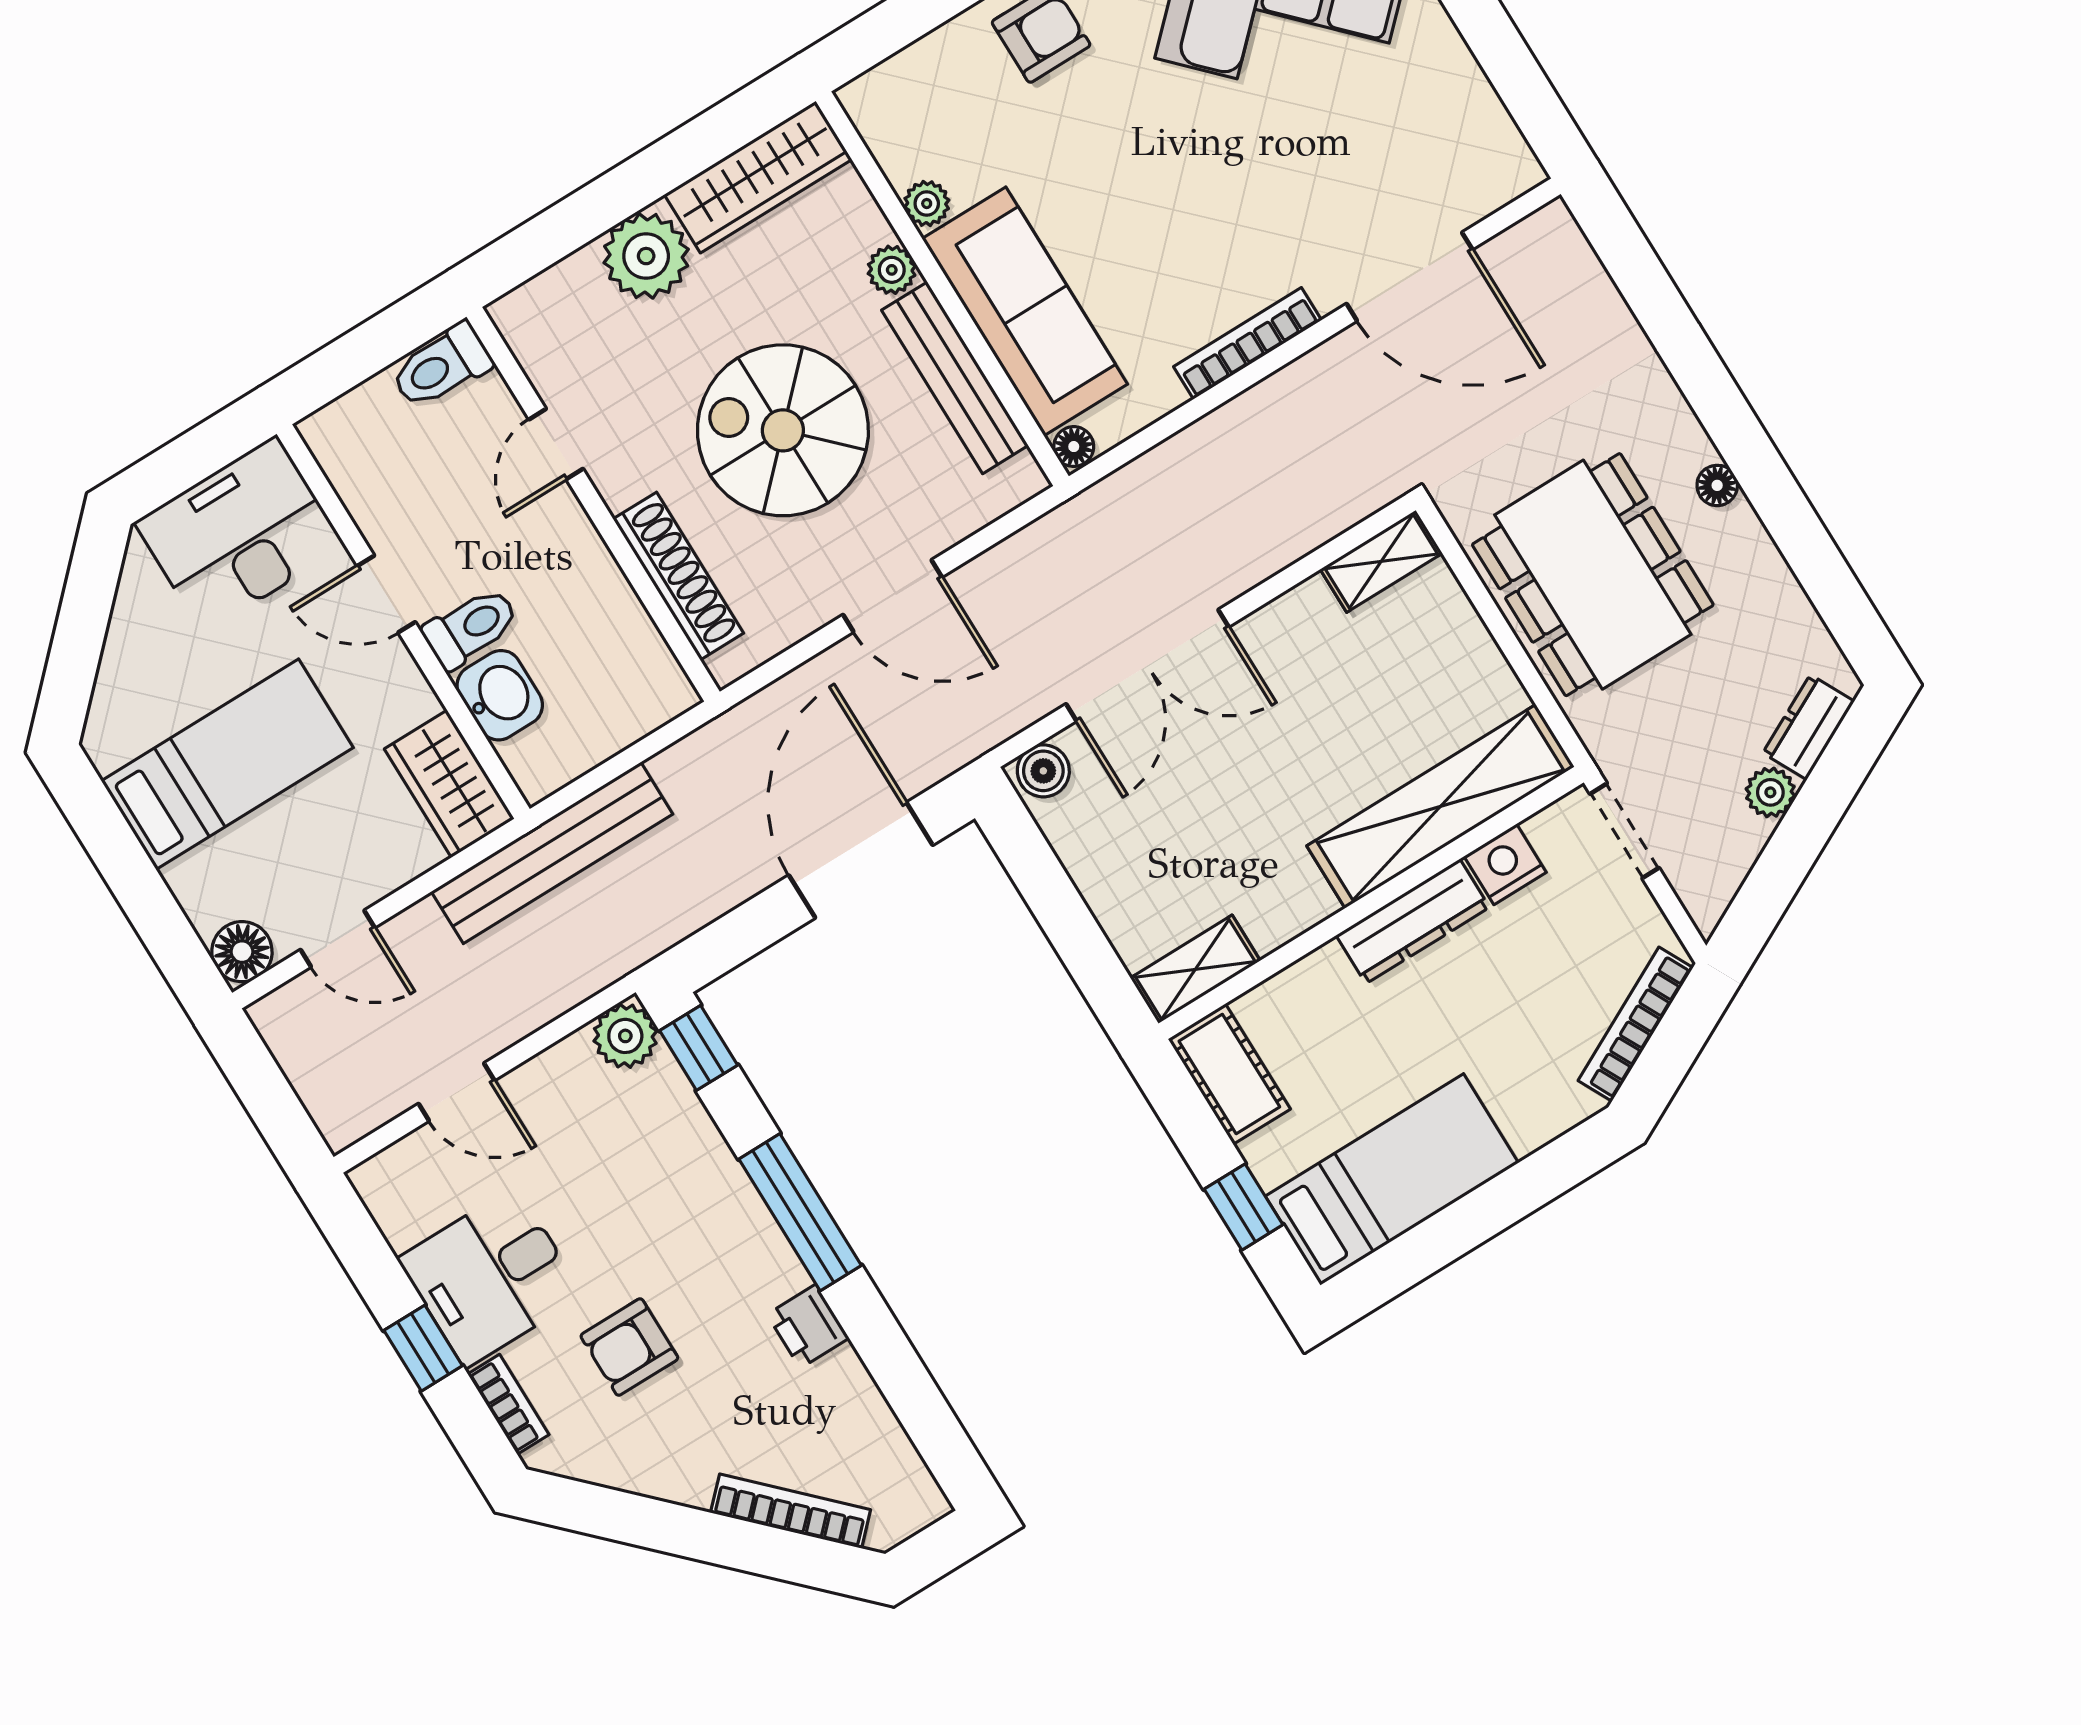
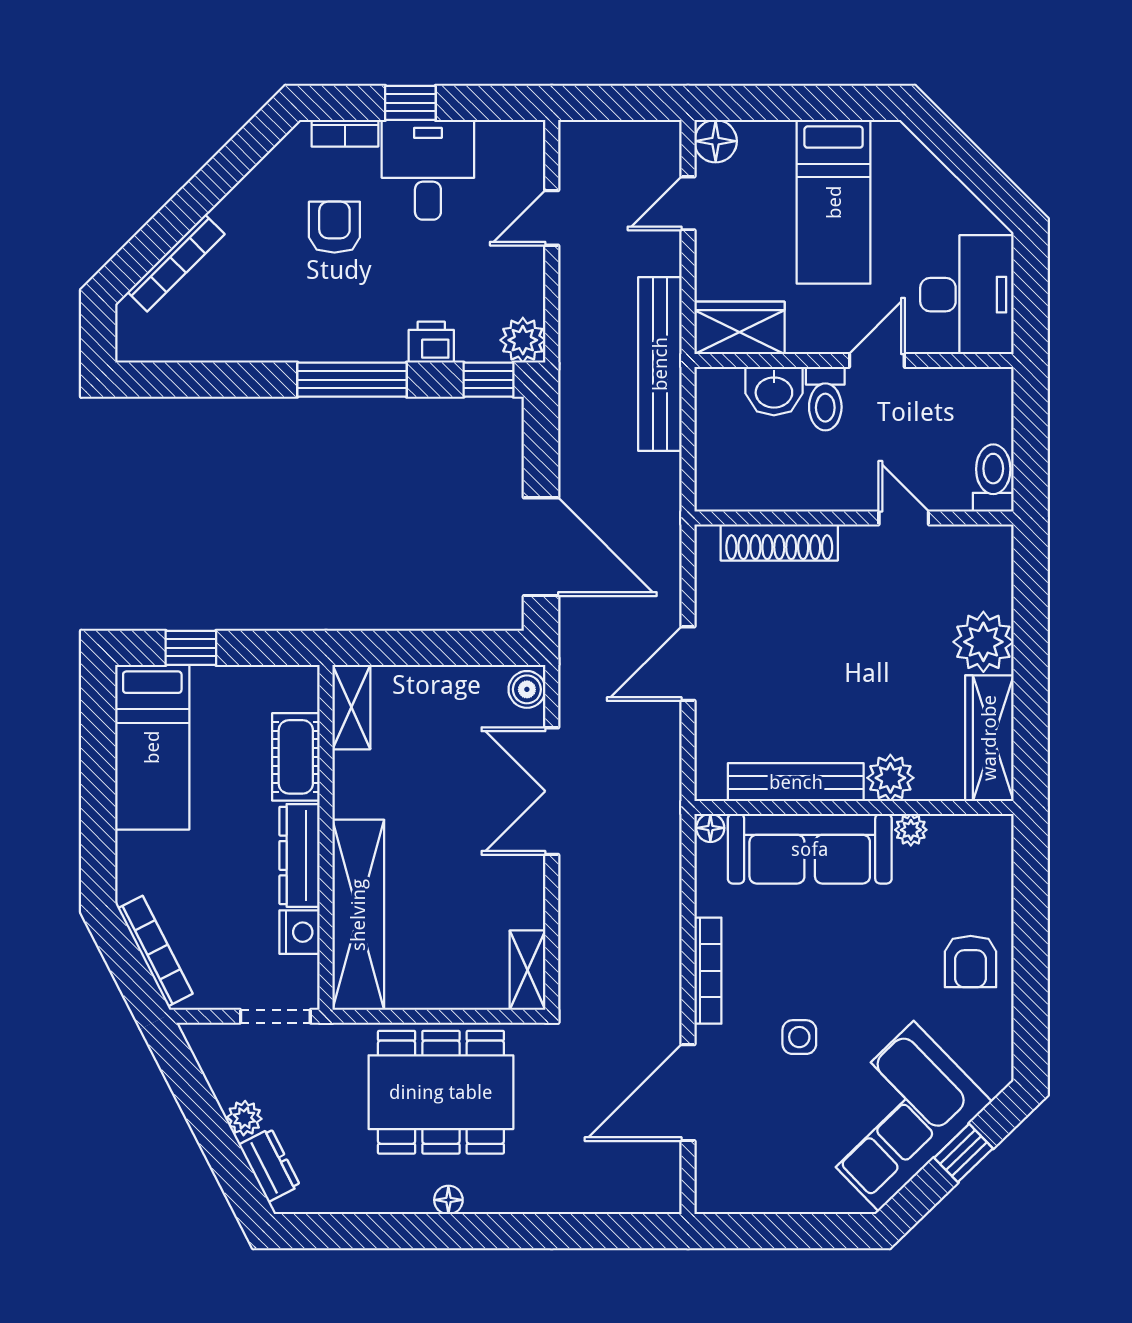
side table: (1260, 184) -> (799, 1037), added
plant: (892, 270) -> (890, 778), width x1.38, depth x1.38
spiral stairs: (783, 430) -> (828, 659), removed
cot: (1229, 1074) -> (296, 757), moved, turned 90
printer: (808, 1326) -> (431, 342), moved

